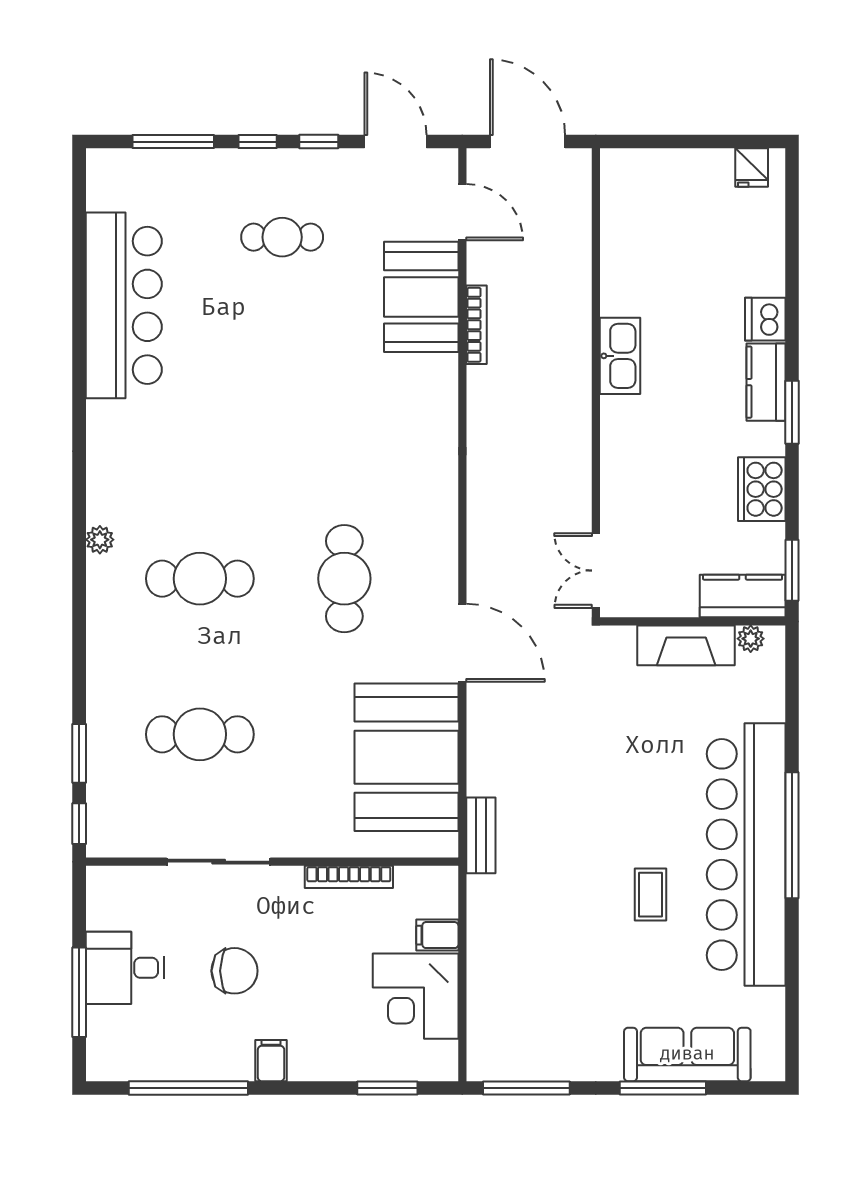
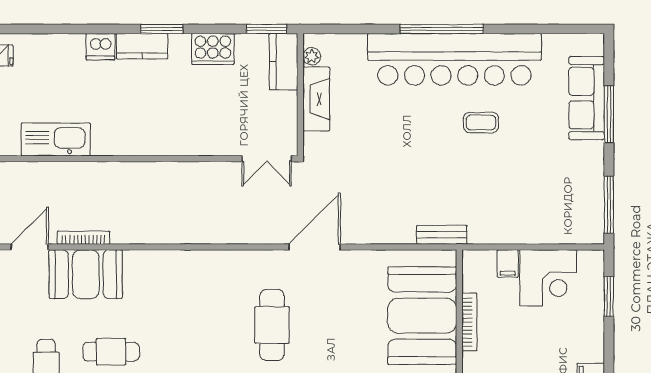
bookcase: (476, 325) -> (84, 238), moved
cafe table: (304, 335) -> (111, 352), added
kitchen sink: (620, 356) -> (56, 139), moved, width x1.36, depth x1.24
cafe table: (344, 579) -> (272, 325), turned 90
booth: (406, 757) -> (422, 316), moved, turned 90

